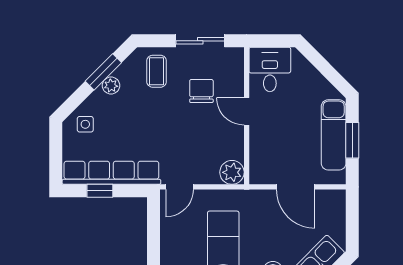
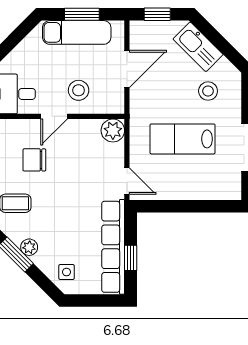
stool: (274, 137) -> (79, 90), added
window: (352, 218) -> (157, 14), added

